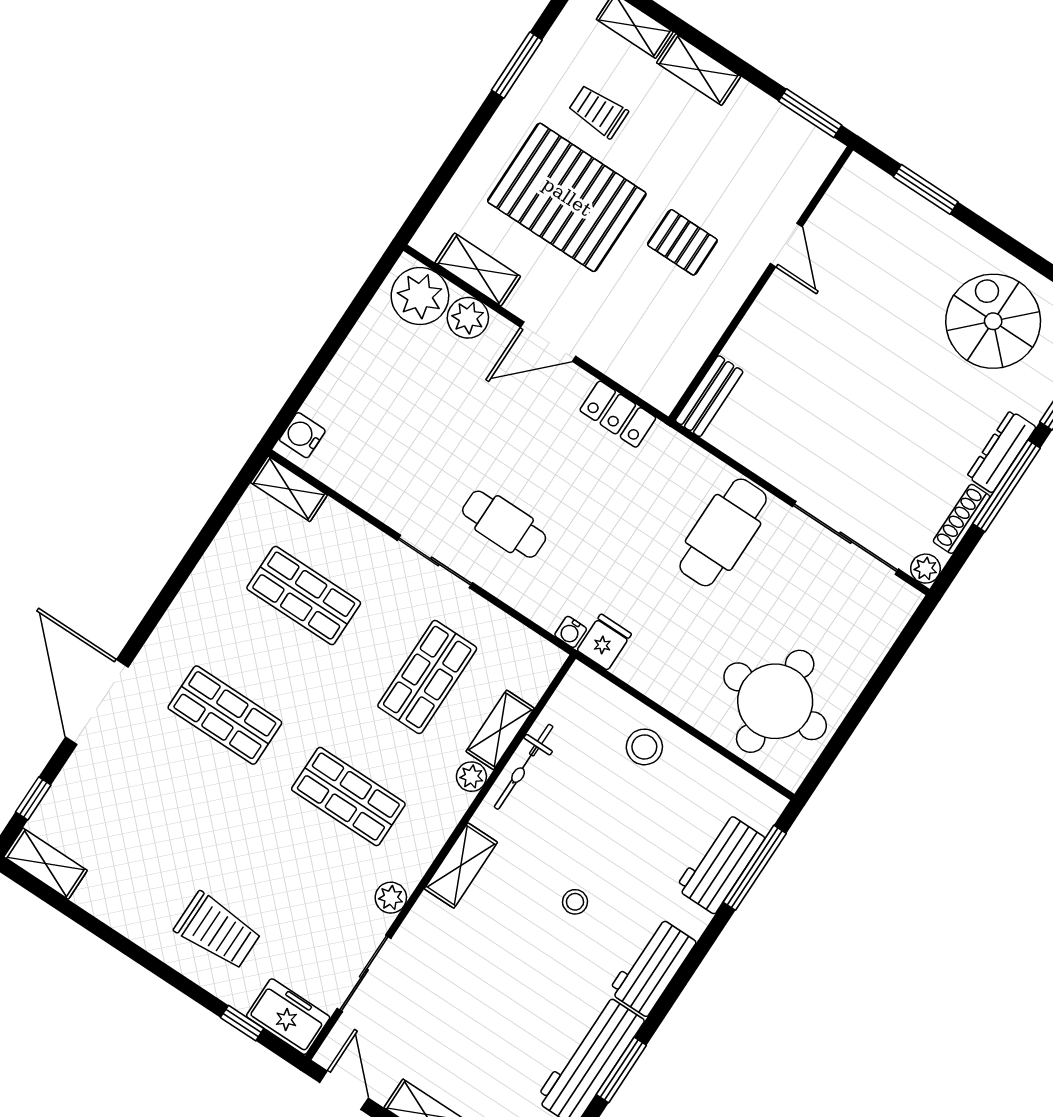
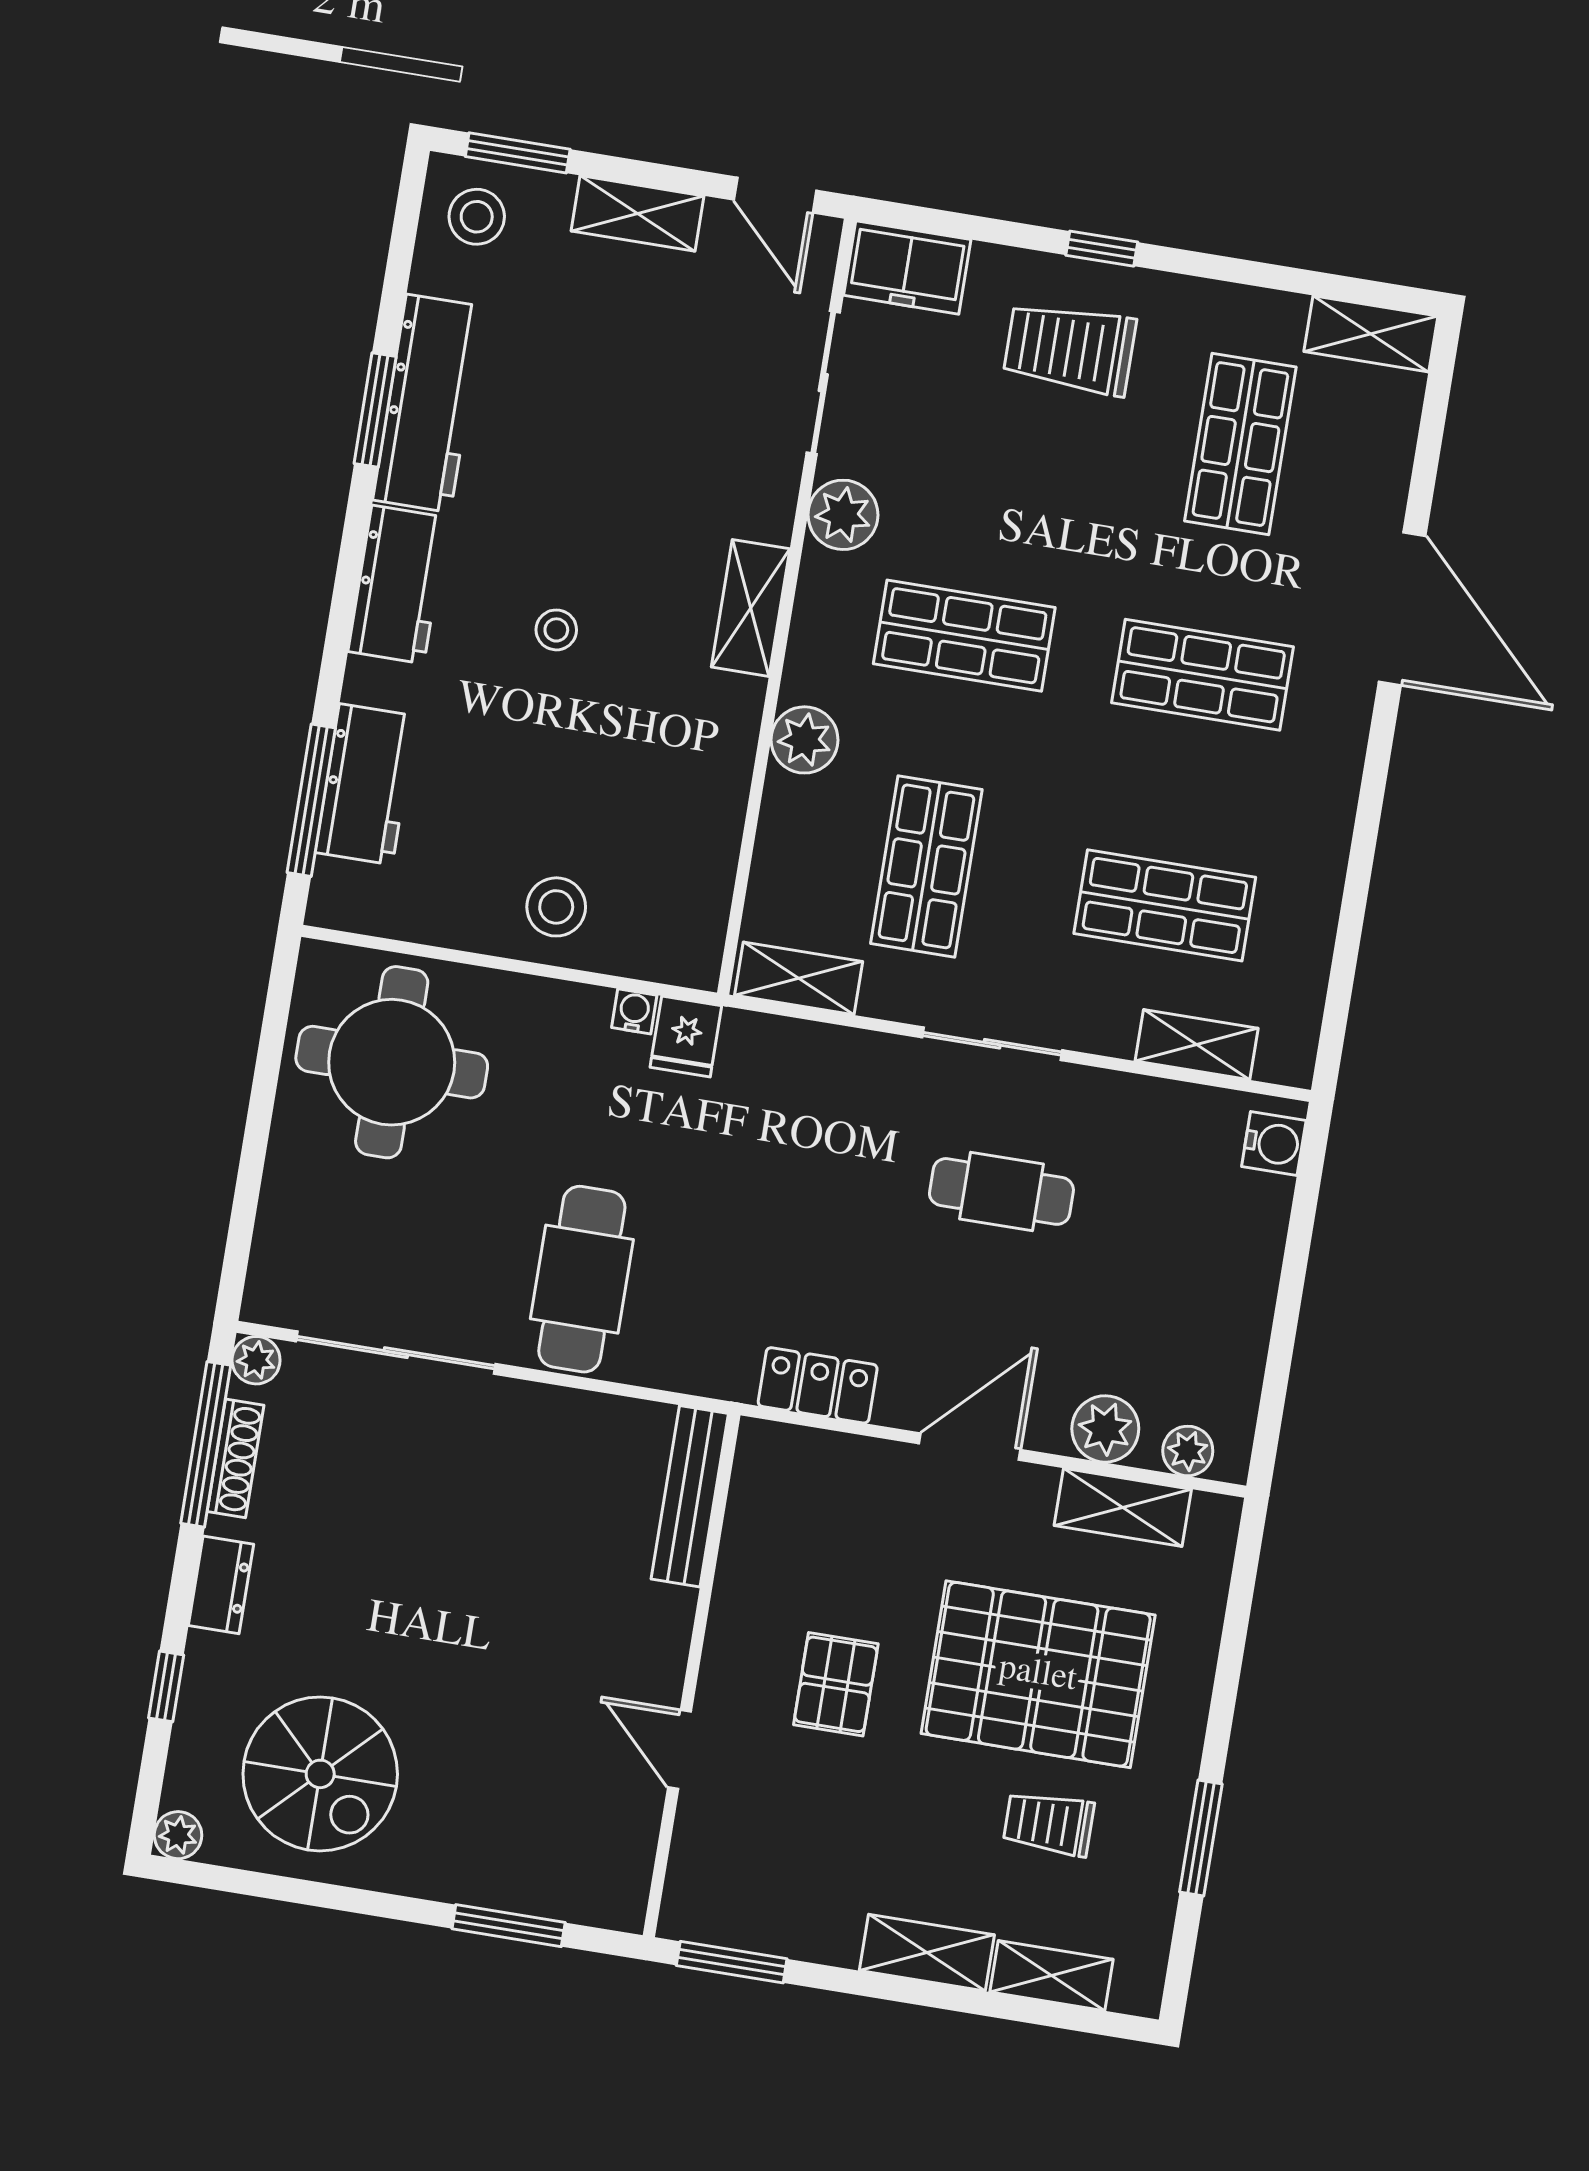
trolley: (598, 111) -> (1049, 1823), turned 180
pallet: (682, 242) -> (836, 1684), turned 90
plant: (420, 296) -> (1188, 1451), width x0.53, depth x0.53
bench: (709, 396) -> (690, 1496), width x1.36
dresser: (1001, 452) -> (221, 1585), width x0.70
window: (1007, 486) -> (206, 1444), moved
shelving: (289, 489) -> (1197, 1045), moved
cafe table: (504, 524) -> (1001, 1191), moved
water cooler: (571, 632) -> (634, 1011), moved
shelving: (500, 730) -> (799, 978), moved, turned 90
bicycle: (524, 767) -> (723, 797), removed
plant: (471, 777) -> (805, 740), width x1.38, depth x1.38
window: (33, 799) -> (1433, 423), removed
shop shelf: (146, 835) -> (1240, 444), added
plant: (391, 898) -> (843, 515), width x1.38, depth x1.38
window: (242, 1023) -> (1102, 249), moved

